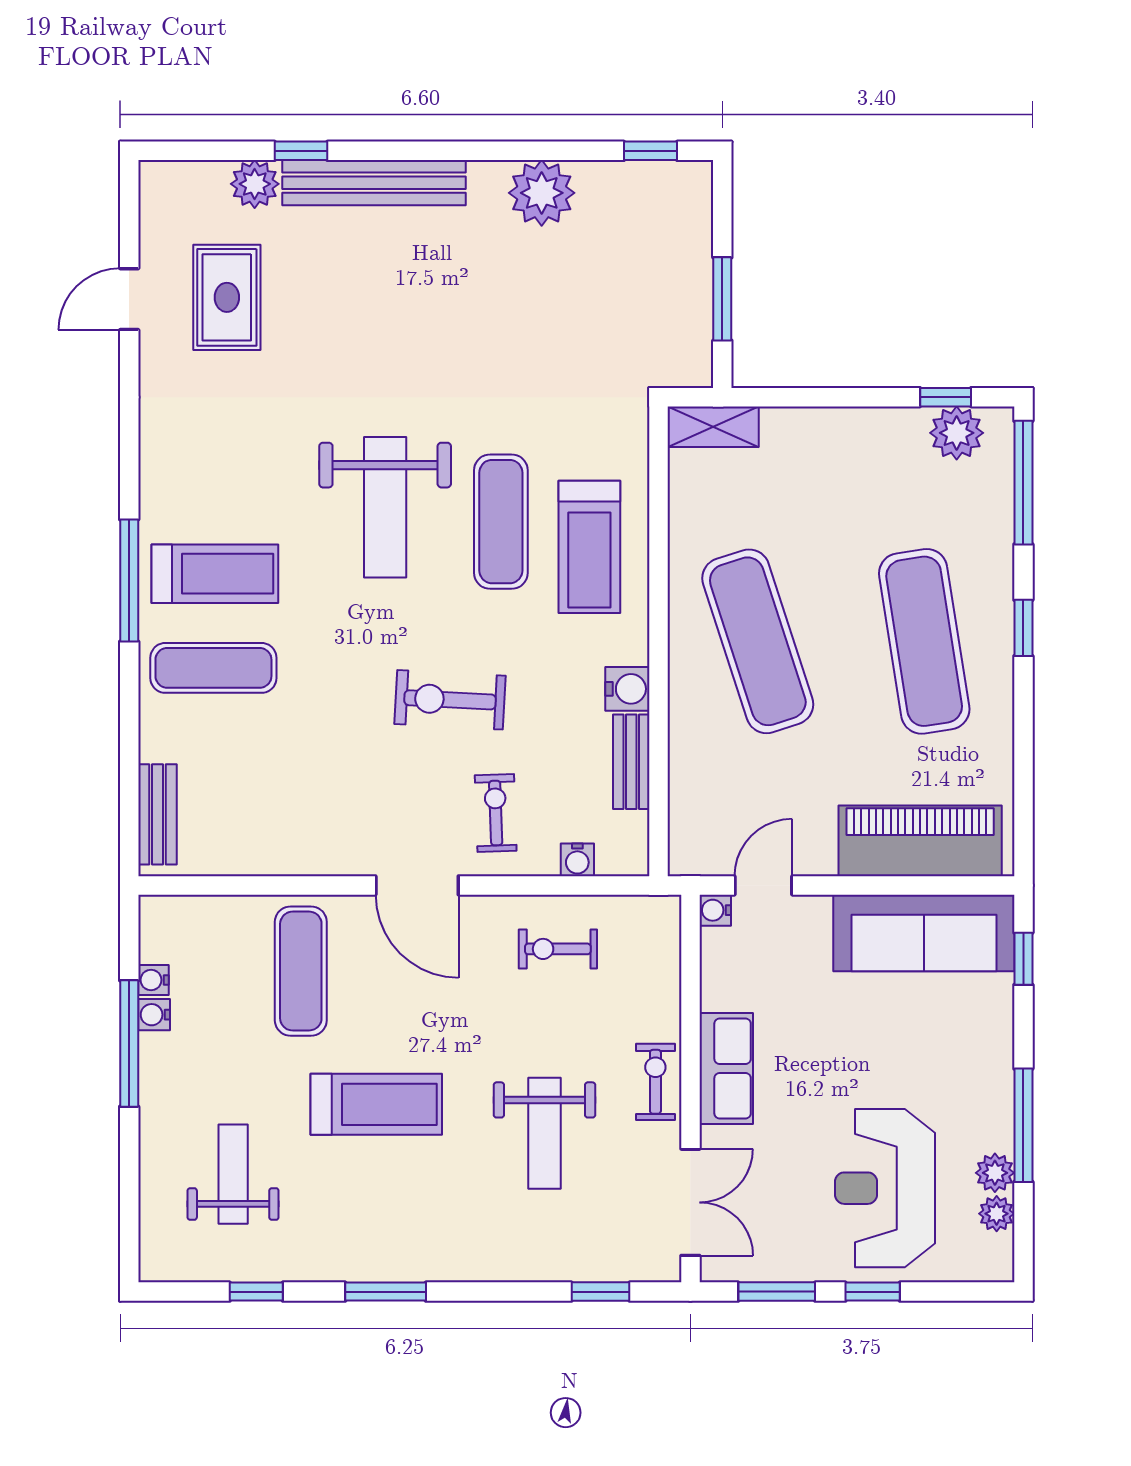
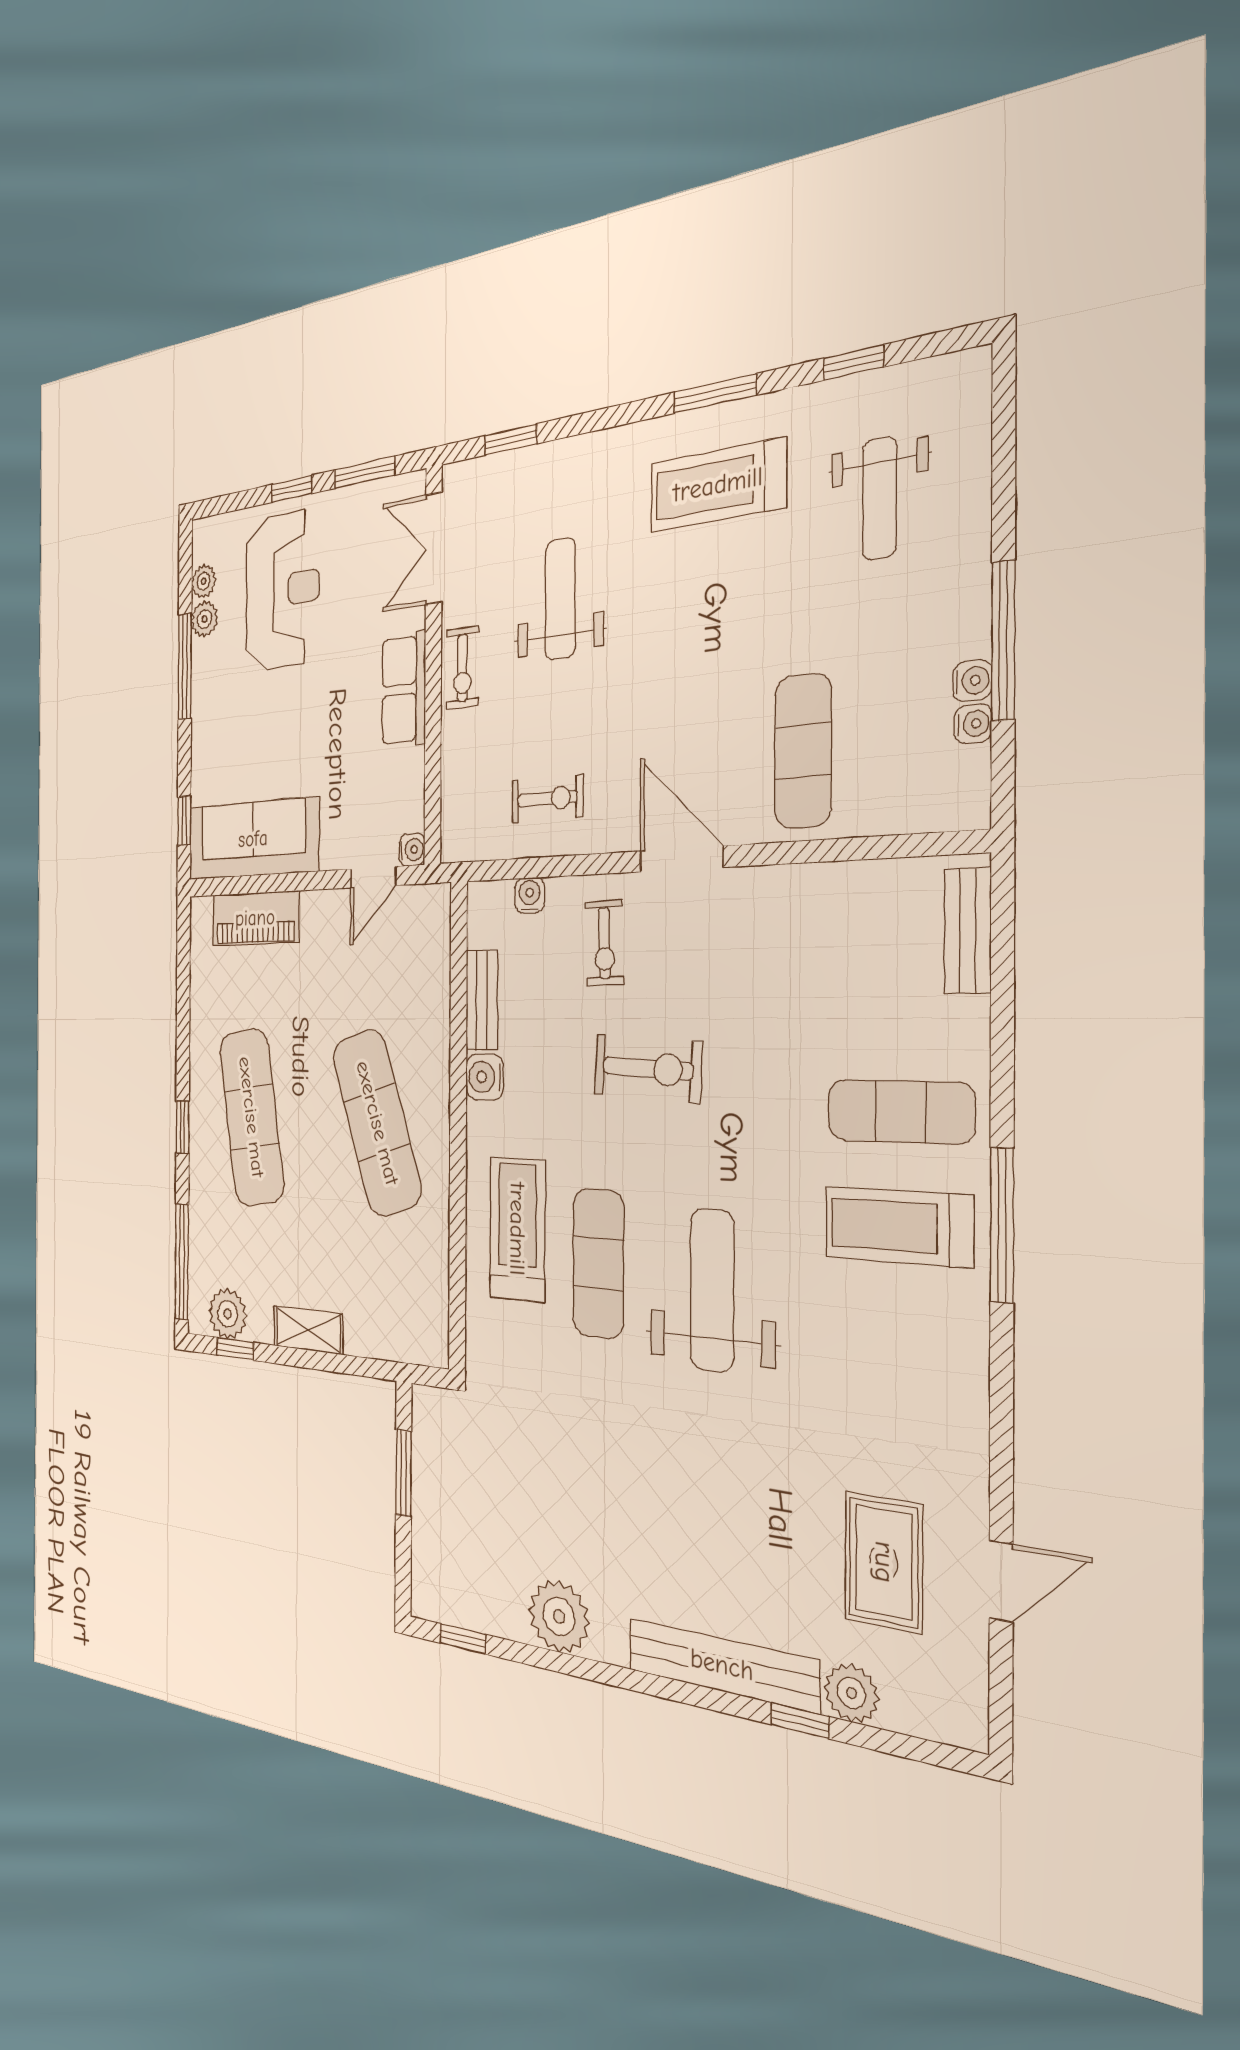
shelving: (713, 427) -> (308, 1330), moved
piano: (920, 841) -> (255, 918), width x0.73, depth x0.75
treadmill: (376, 1104) -> (718, 485), moved

